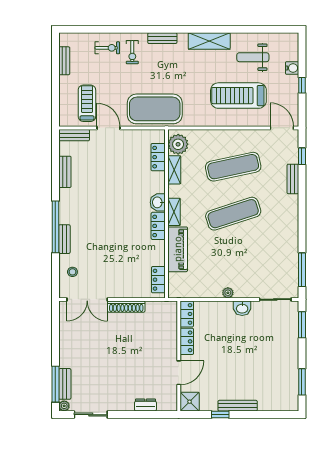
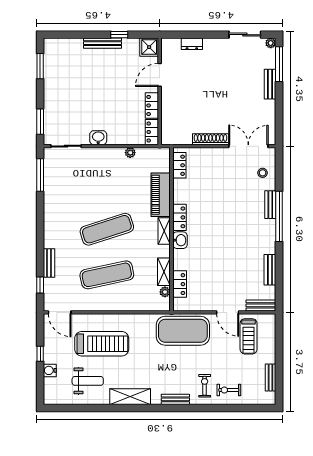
plant: (178, 144) -> (165, 292), width x0.53, depth x0.53
plant: (228, 293) -> (130, 153), moved
bench: (65, 384) -> (270, 84), moved

